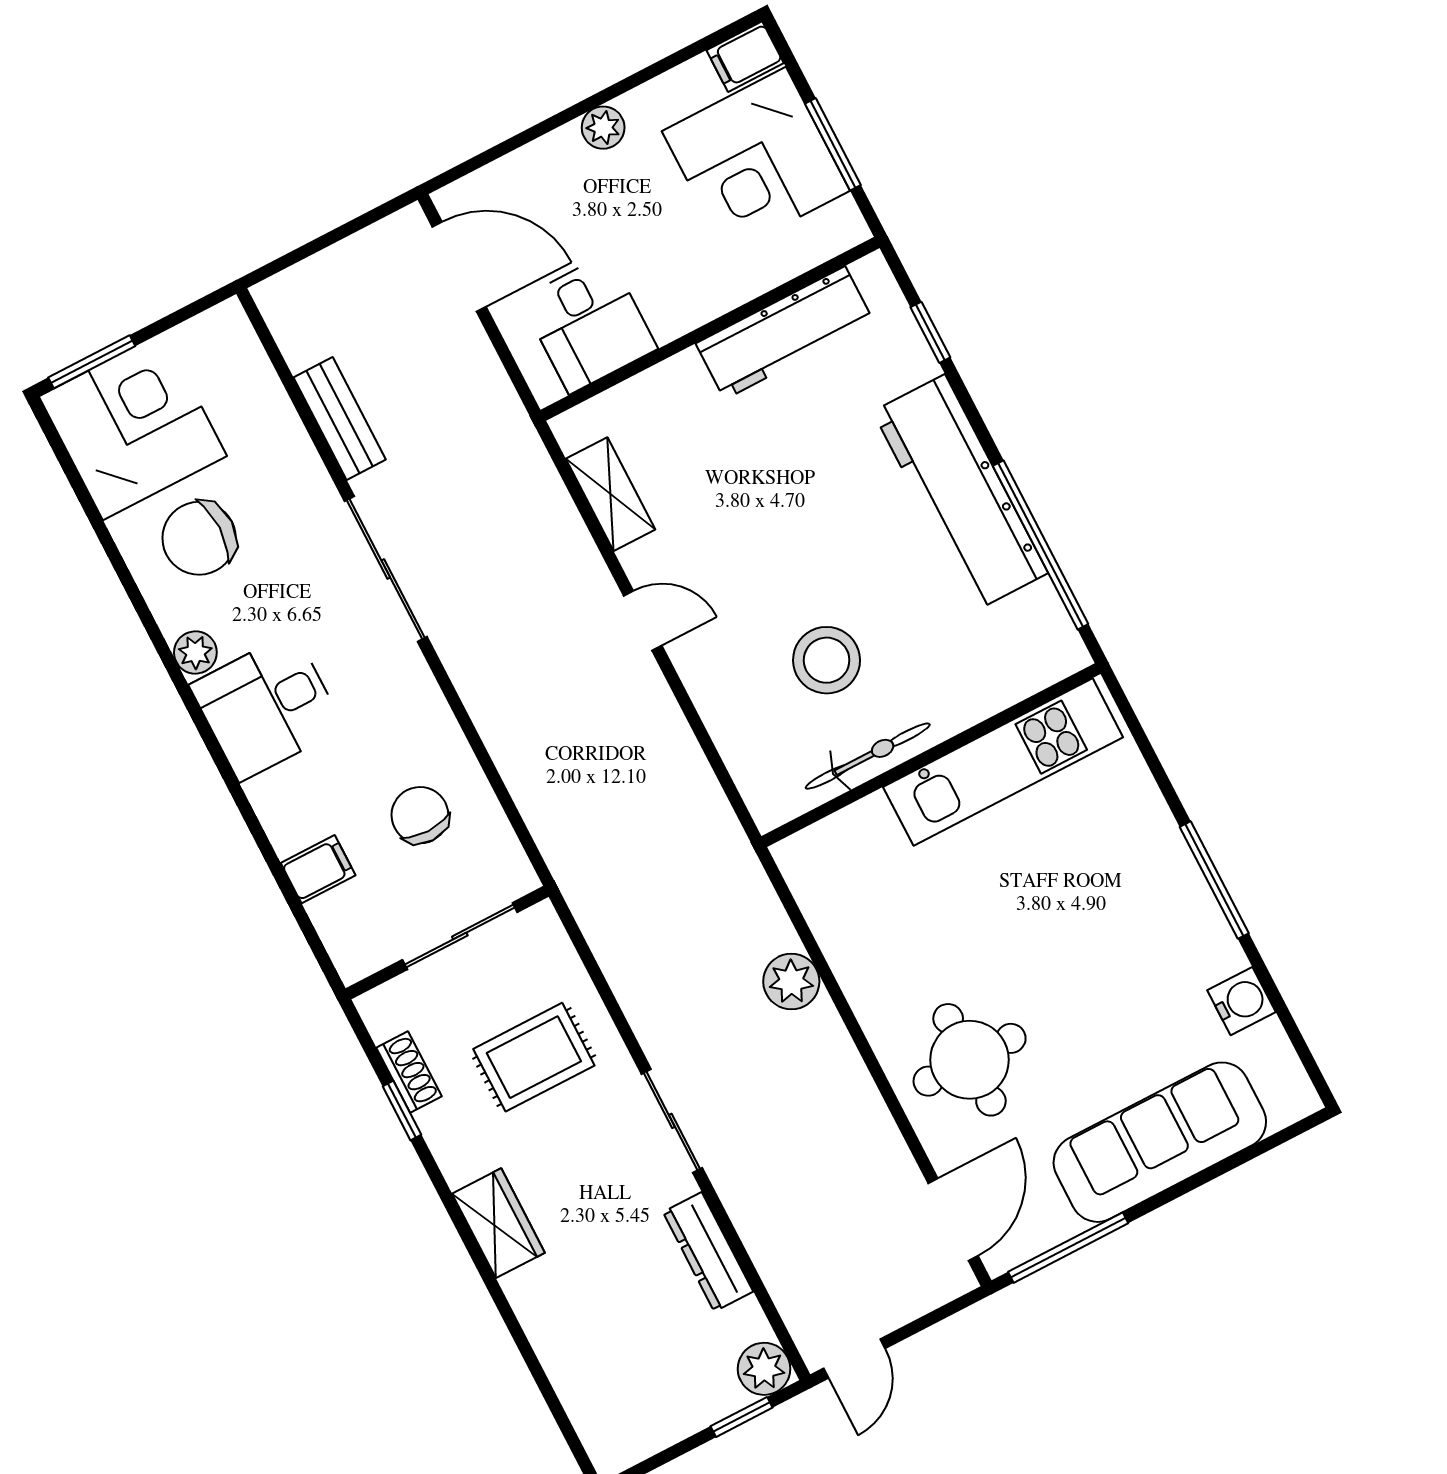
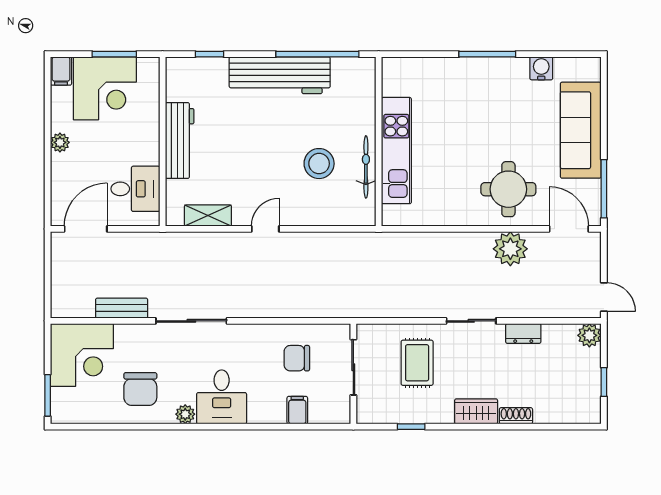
workbench: (785, 333) -> (180, 141), moved
corner desk: (133, 426) -> (82, 355), moved, turned 180
kitchen unit: (1003, 762) -> (396, 151), moved
plant: (791, 982) -> (510, 249), moved, width x1.36, depth x1.36
shoe rack: (409, 1072) -> (516, 416), moved
dresser: (708, 1252) -> (523, 333), width x0.70
window: (742, 1417) -> (604, 382), moved

